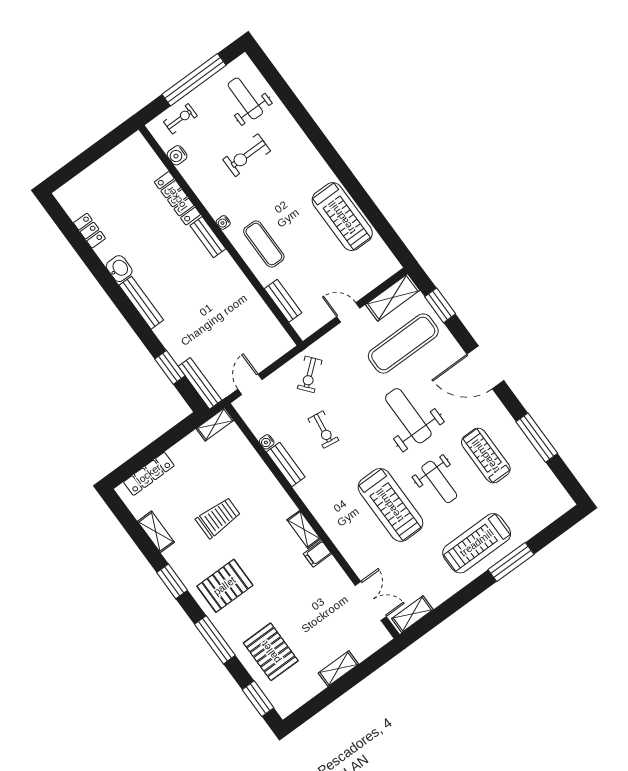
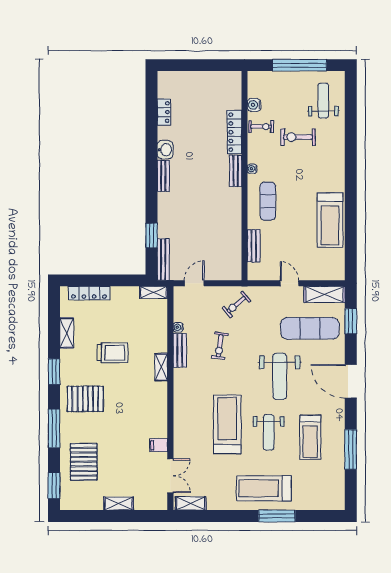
exercise bike: (180, 119) -> (261, 127), moved
bench: (141, 303) -> (163, 176), width x0.73
weight bench: (408, 416) -> (280, 376), turned 180
treadmill: (486, 456) -> (310, 437), turned 180
treadmill: (390, 505) -> (227, 424), turned 180
shelving: (304, 529) -> (161, 367), moved
filing cabinet: (317, 554) -> (158, 445), moved

